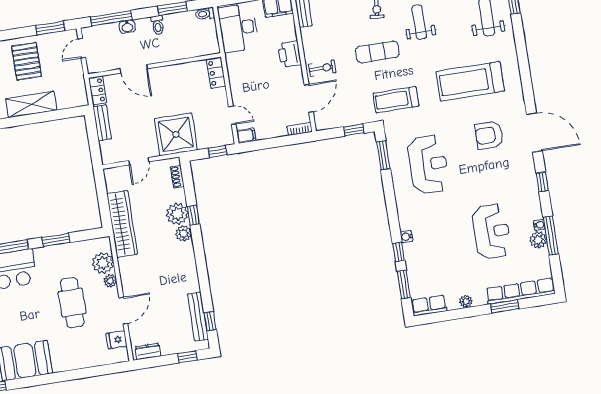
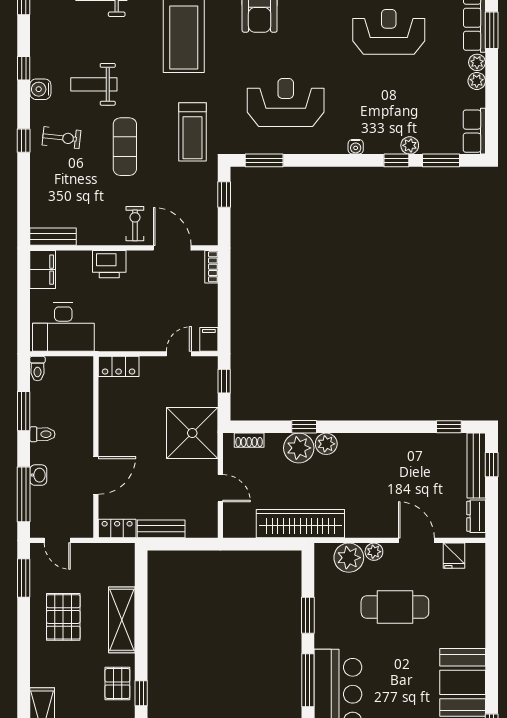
pallet: (27, 61) -> (63, 617), turned 90
water cooler: (406, 237) -> (356, 147), moved
plant: (411, 260) -> (410, 145), added
plant: (480, 300) -> (477, 62), added
bench: (198, 317) -> (476, 466), moved, turned 90

